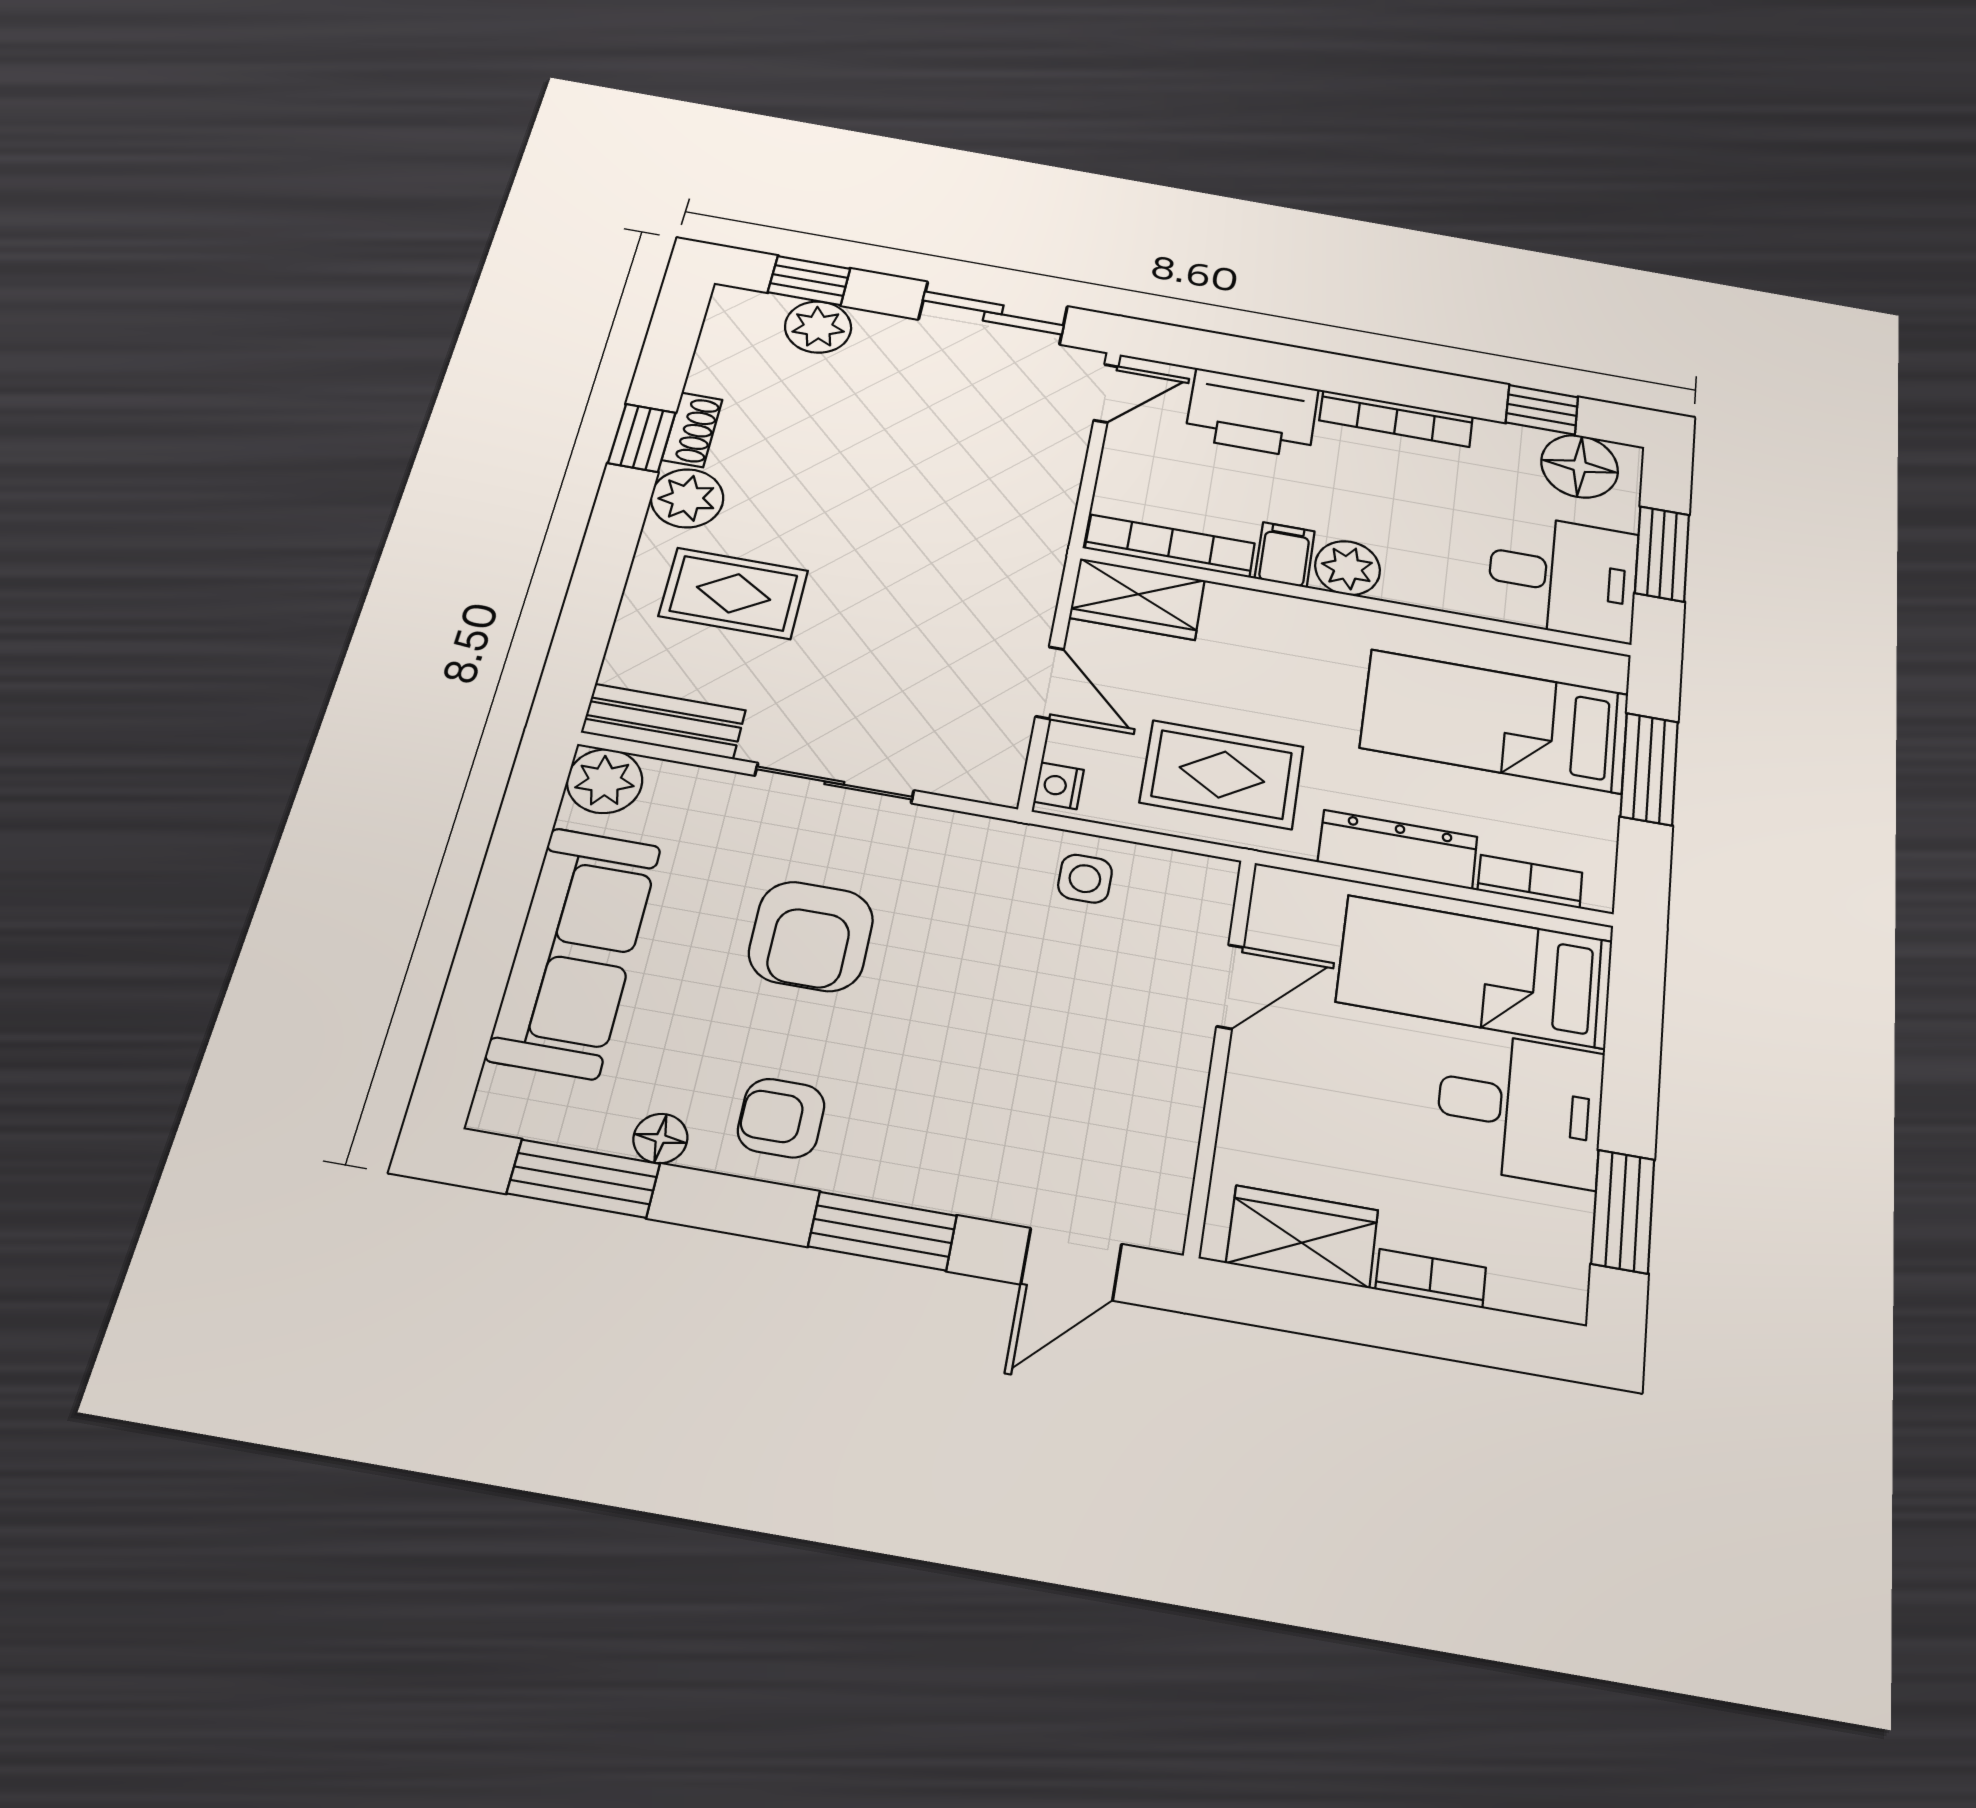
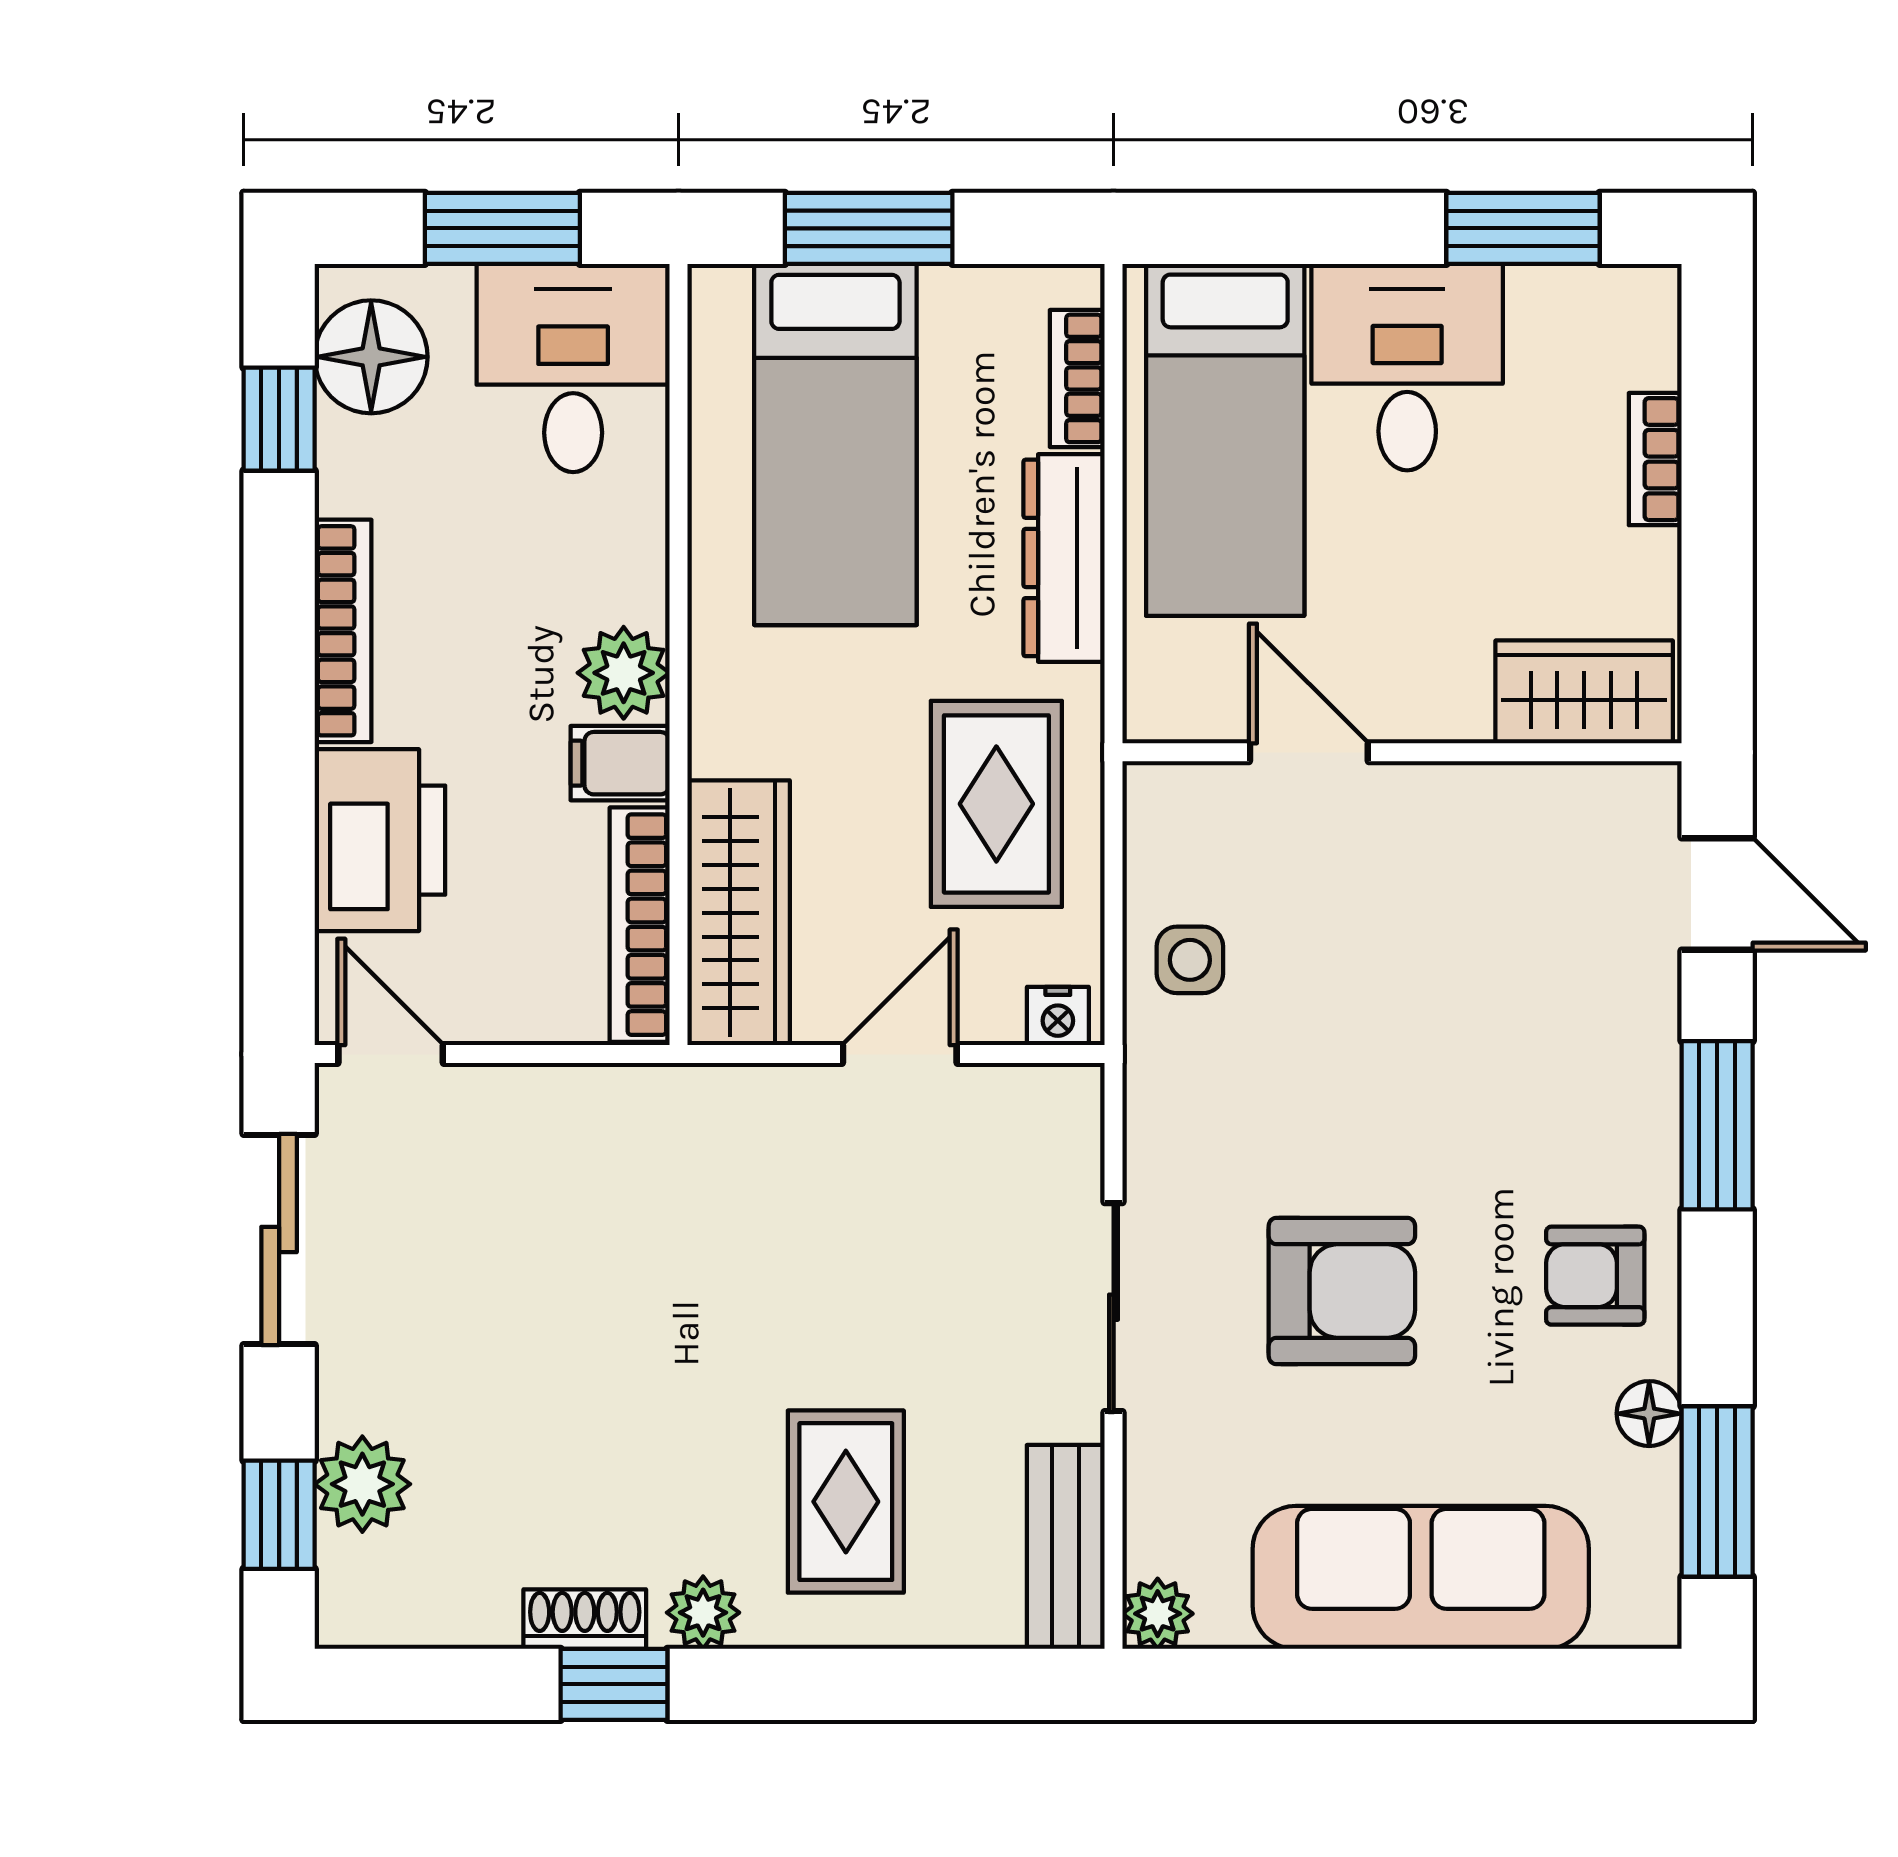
plant: (687, 498) -> (703, 1613), width x0.73, depth x0.73
wardrobe: (1137, 599) -> (739, 913), width x1.50
plant: (605, 781) -> (1158, 1614), width x0.73, depth x0.73
armchair: (781, 1118) -> (1595, 1276), turned 90
wardrobe: (1302, 1237) -> (1584, 692), moved, turned 90

